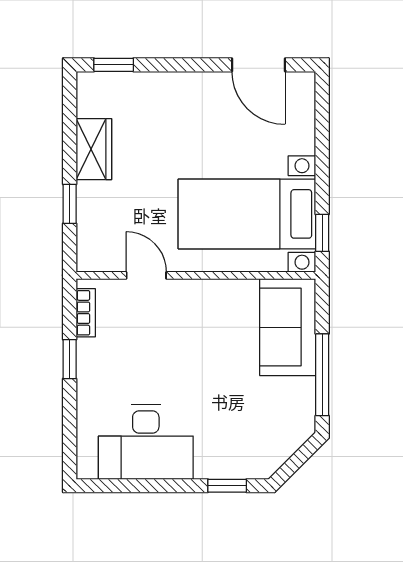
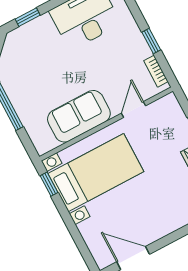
door: (146, 275) -> (134, 109), swing flipped
sofa: (288, 327) -> (79, 116), moved, turned -90

